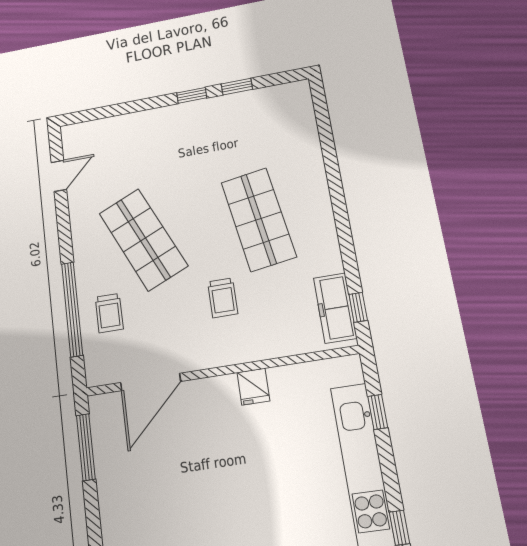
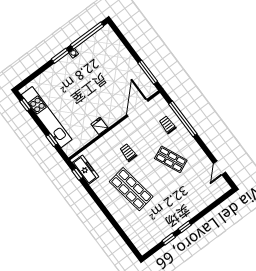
shop shelf: (143, 239) -> (171, 159), width x0.70, depth x0.74

